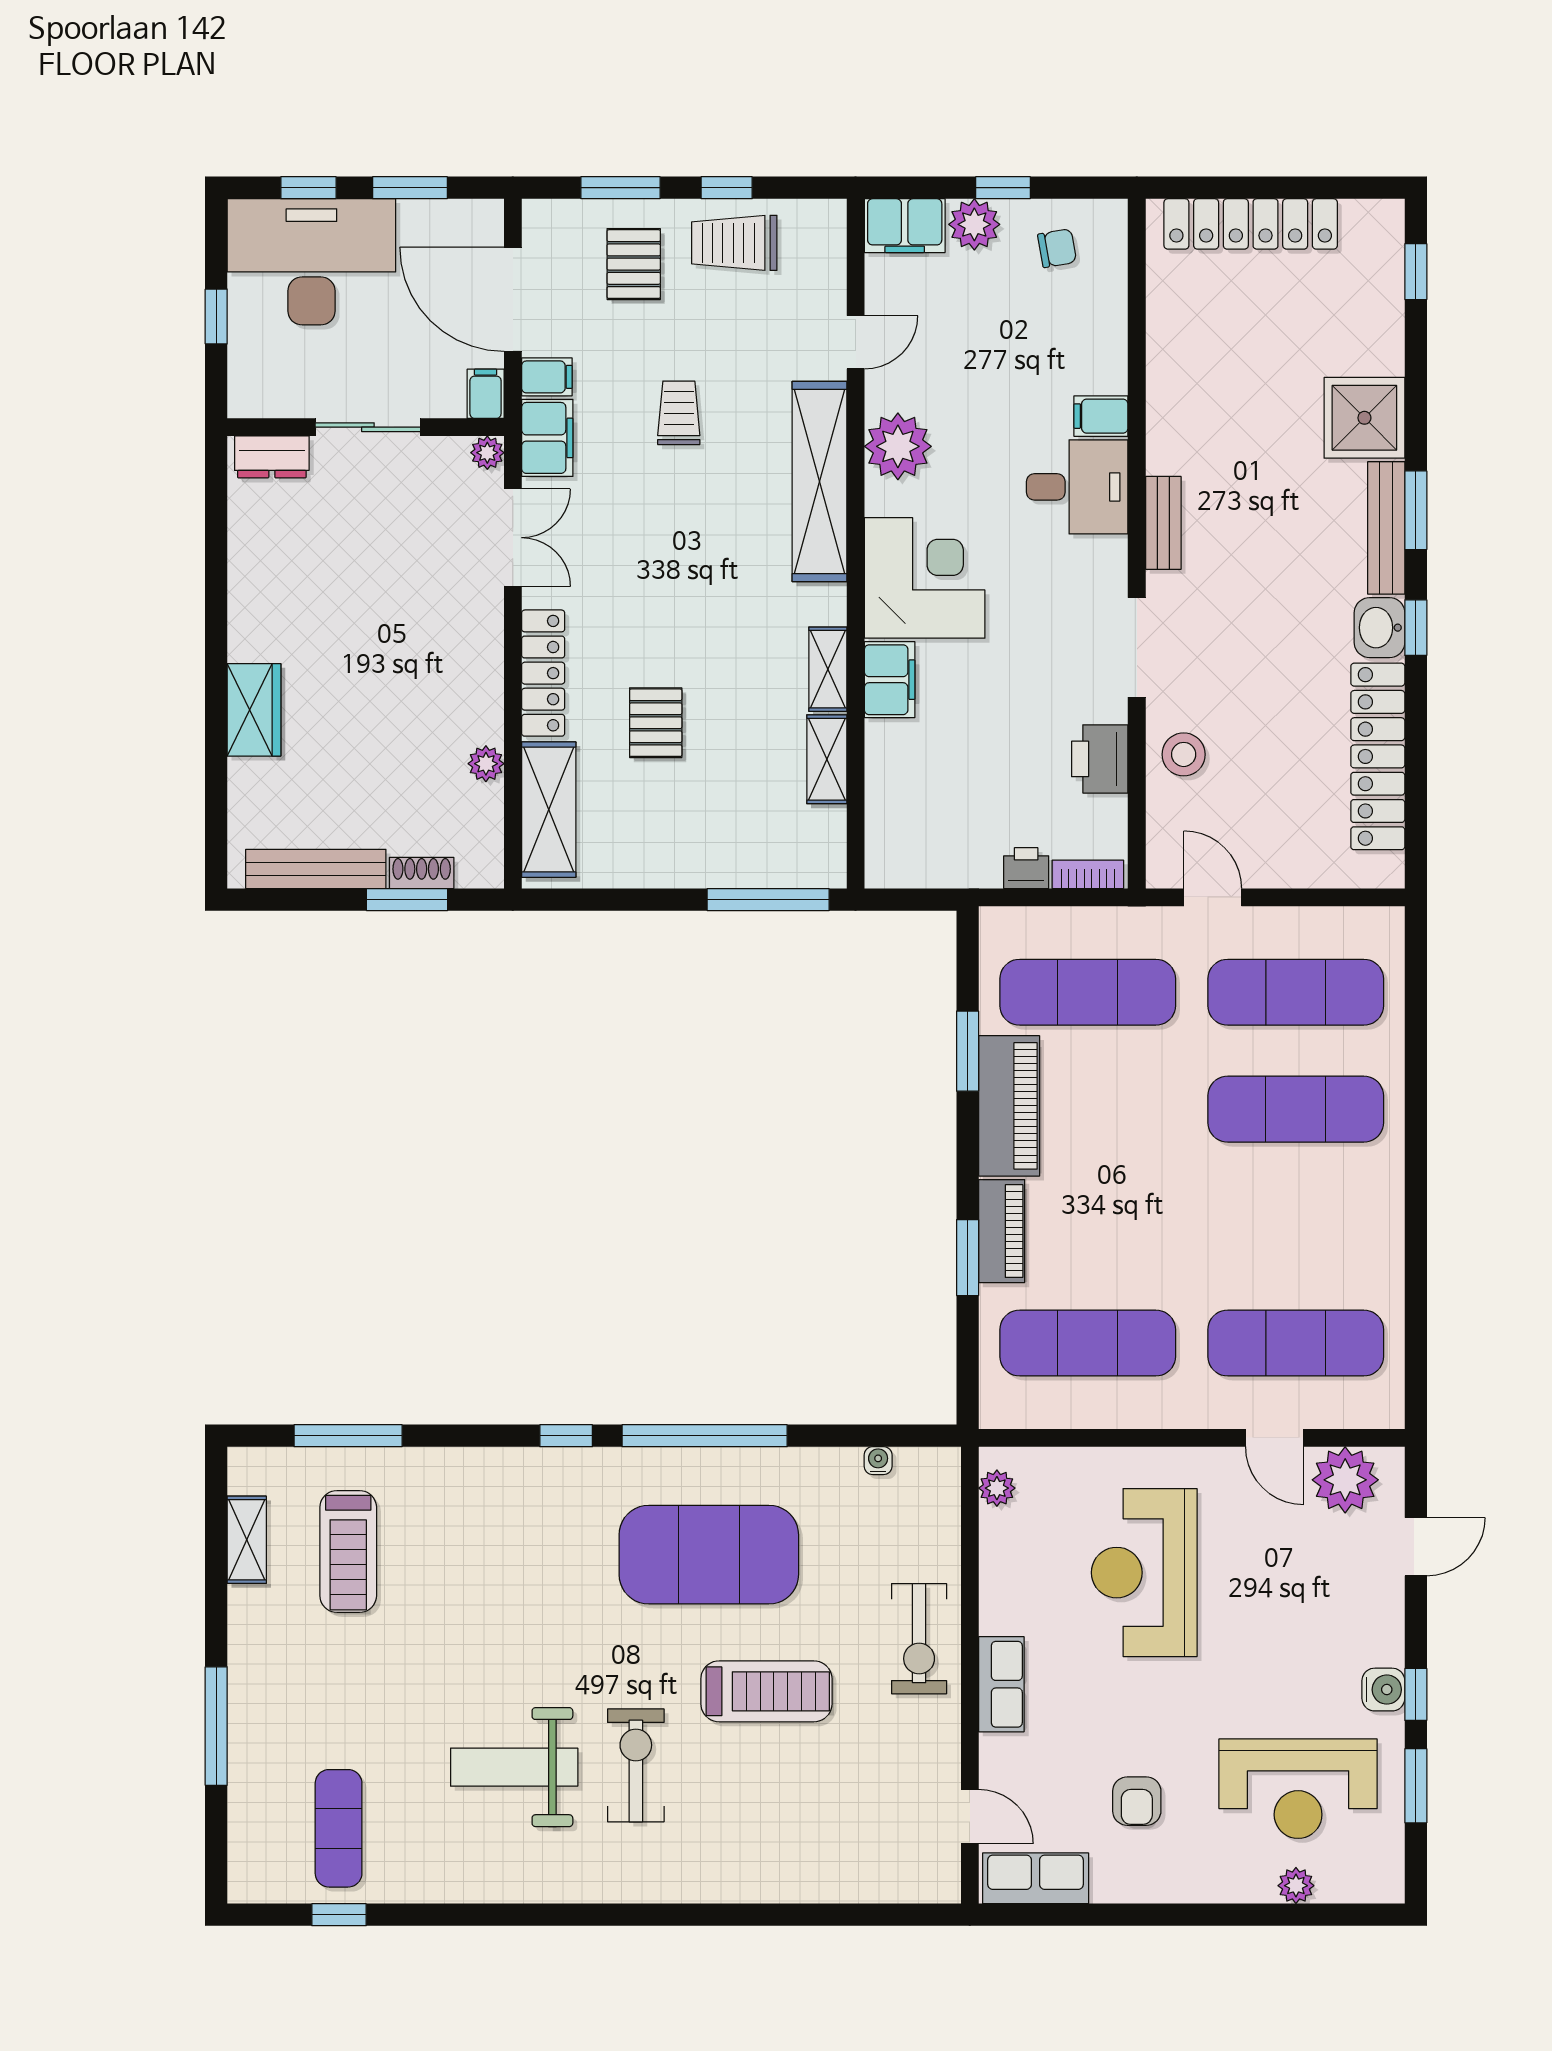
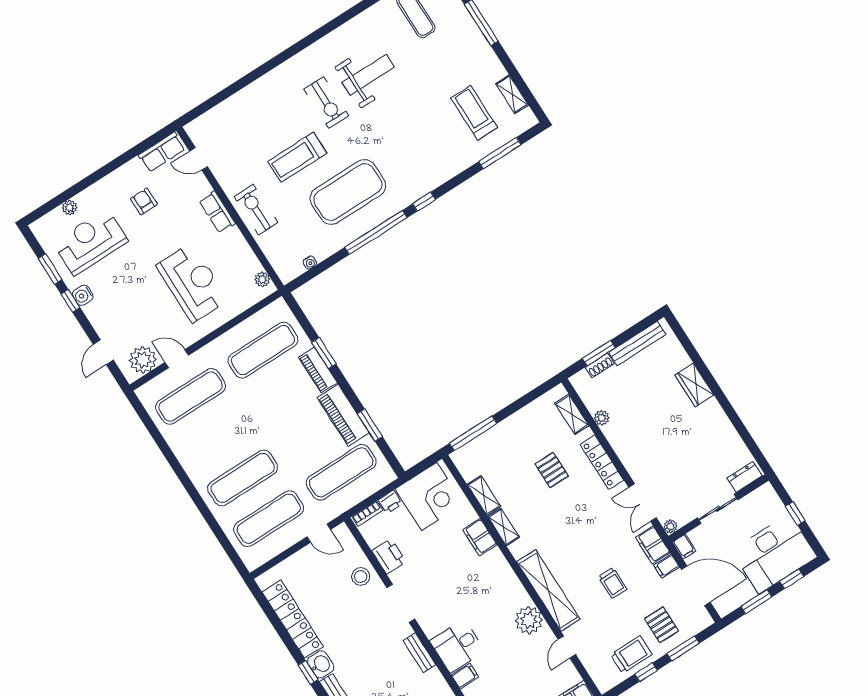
corner desk: (925, 578) -> (429, 496), moved, turned -90
shelving: (549, 810) -> (572, 414), width x0.67, depth x0.75

